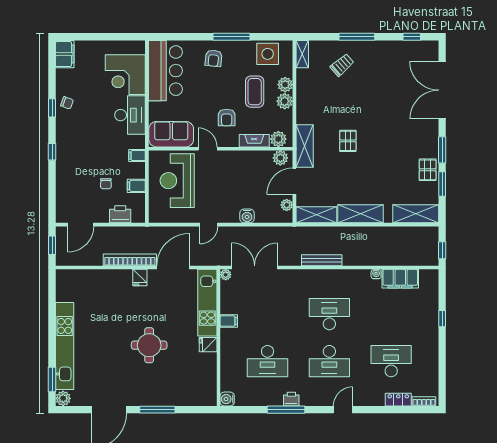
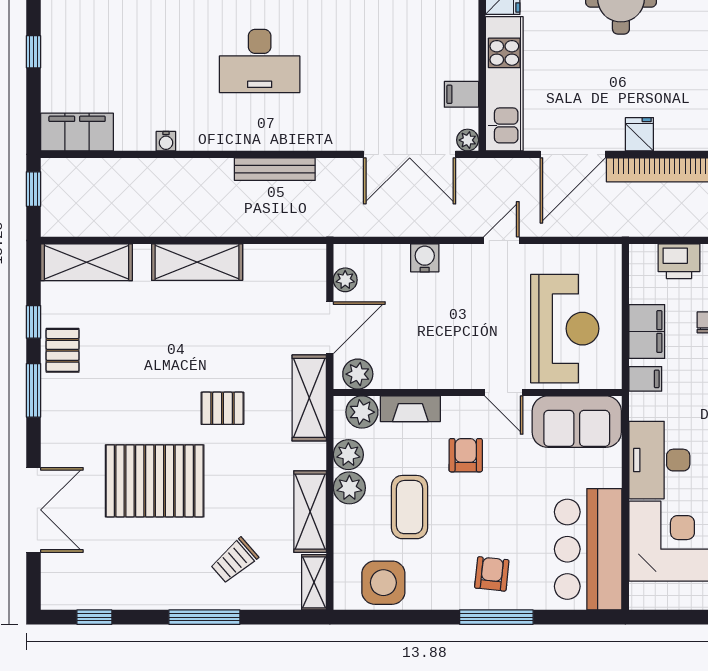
window: (231, 37) -> (496, 617), moved
plant: (285, 85) -> (348, 455), moved
double door: (442, 90) -> (34, 510), width x0.73
pallet: (382, 105) -> (155, 481), added
pallet: (348, 141) -> (222, 408), turned 90
window: (442, 184) -> (34, 322), width x0.67
filing cabinet: (136, 186) -> (647, 332), width x2.00
shelving: (316, 215) -> (310, 512), moved, turned 90
filing cabinet: (400, 279) -> (77, 132), moved
filing cabinet: (229, 321) -> (461, 94), moved

